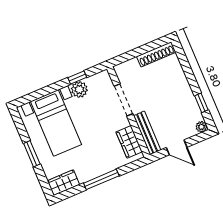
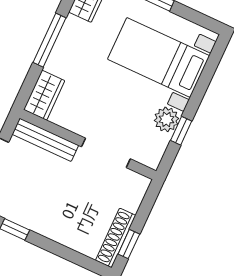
window: (153, 46) -> (129, 244), added
wardrobe: (129, 142) -> (44, 95), moved, turned 90

